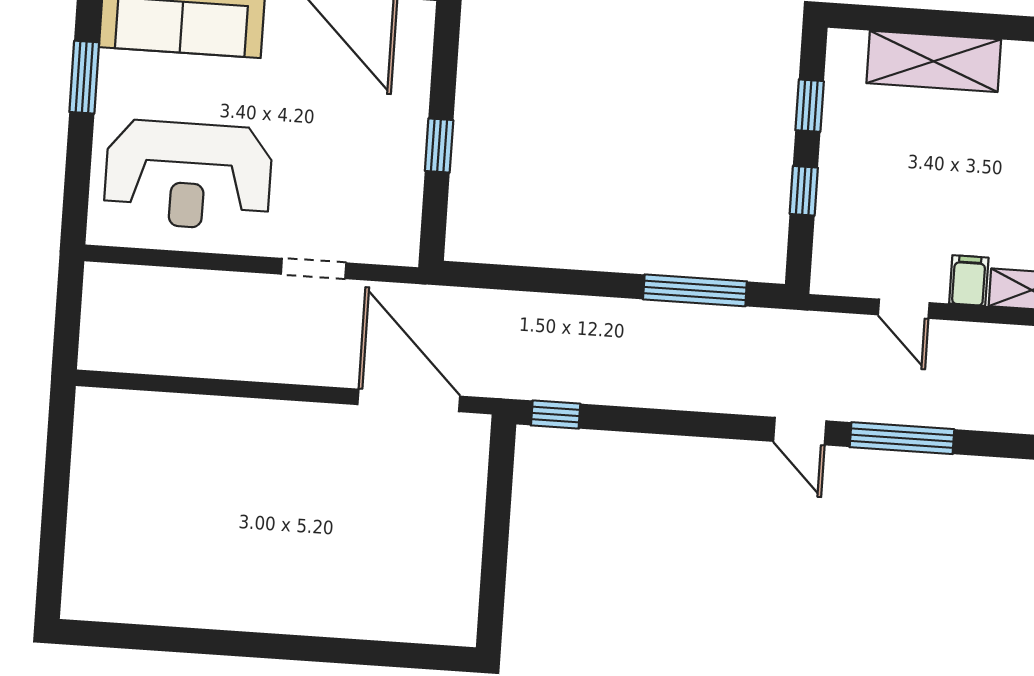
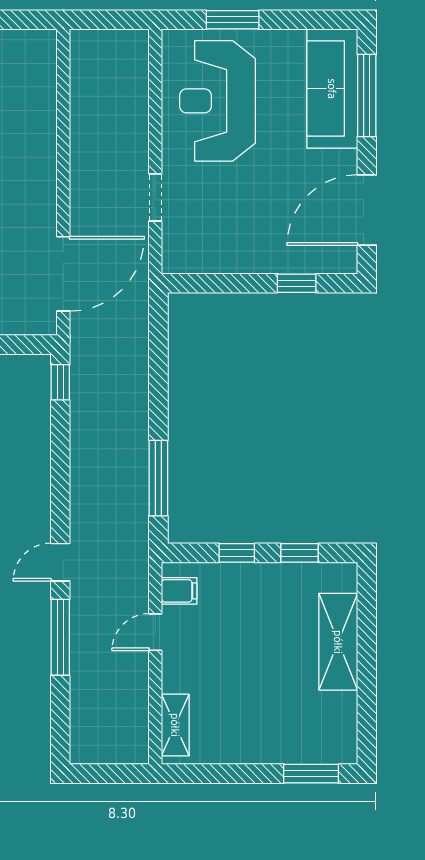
window: (84, 77) -> (233, 20), moved
window: (439, 145) -> (297, 283), moved
filing cabinet: (969, 281) -> (179, 591), moved

